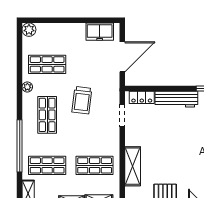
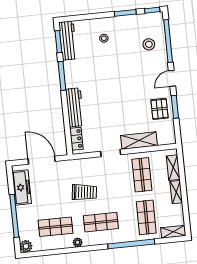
window: (64, 20) -> (14, 216), added
freezer: (100, 32) -> (22, 187), width x1.40
shop shelf: (47, 64) -> (55, 227), turned 90
doorway: (122, 115) -> (111, 153), moved

